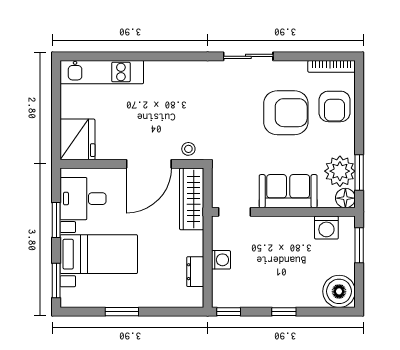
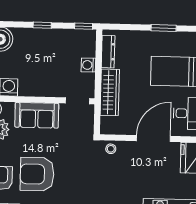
door: (149, 164) -> (153, 139), moved
wardrobe: (192, 199) -> (110, 92), moved
dresser: (195, 272) -> (108, 52), width x1.44

